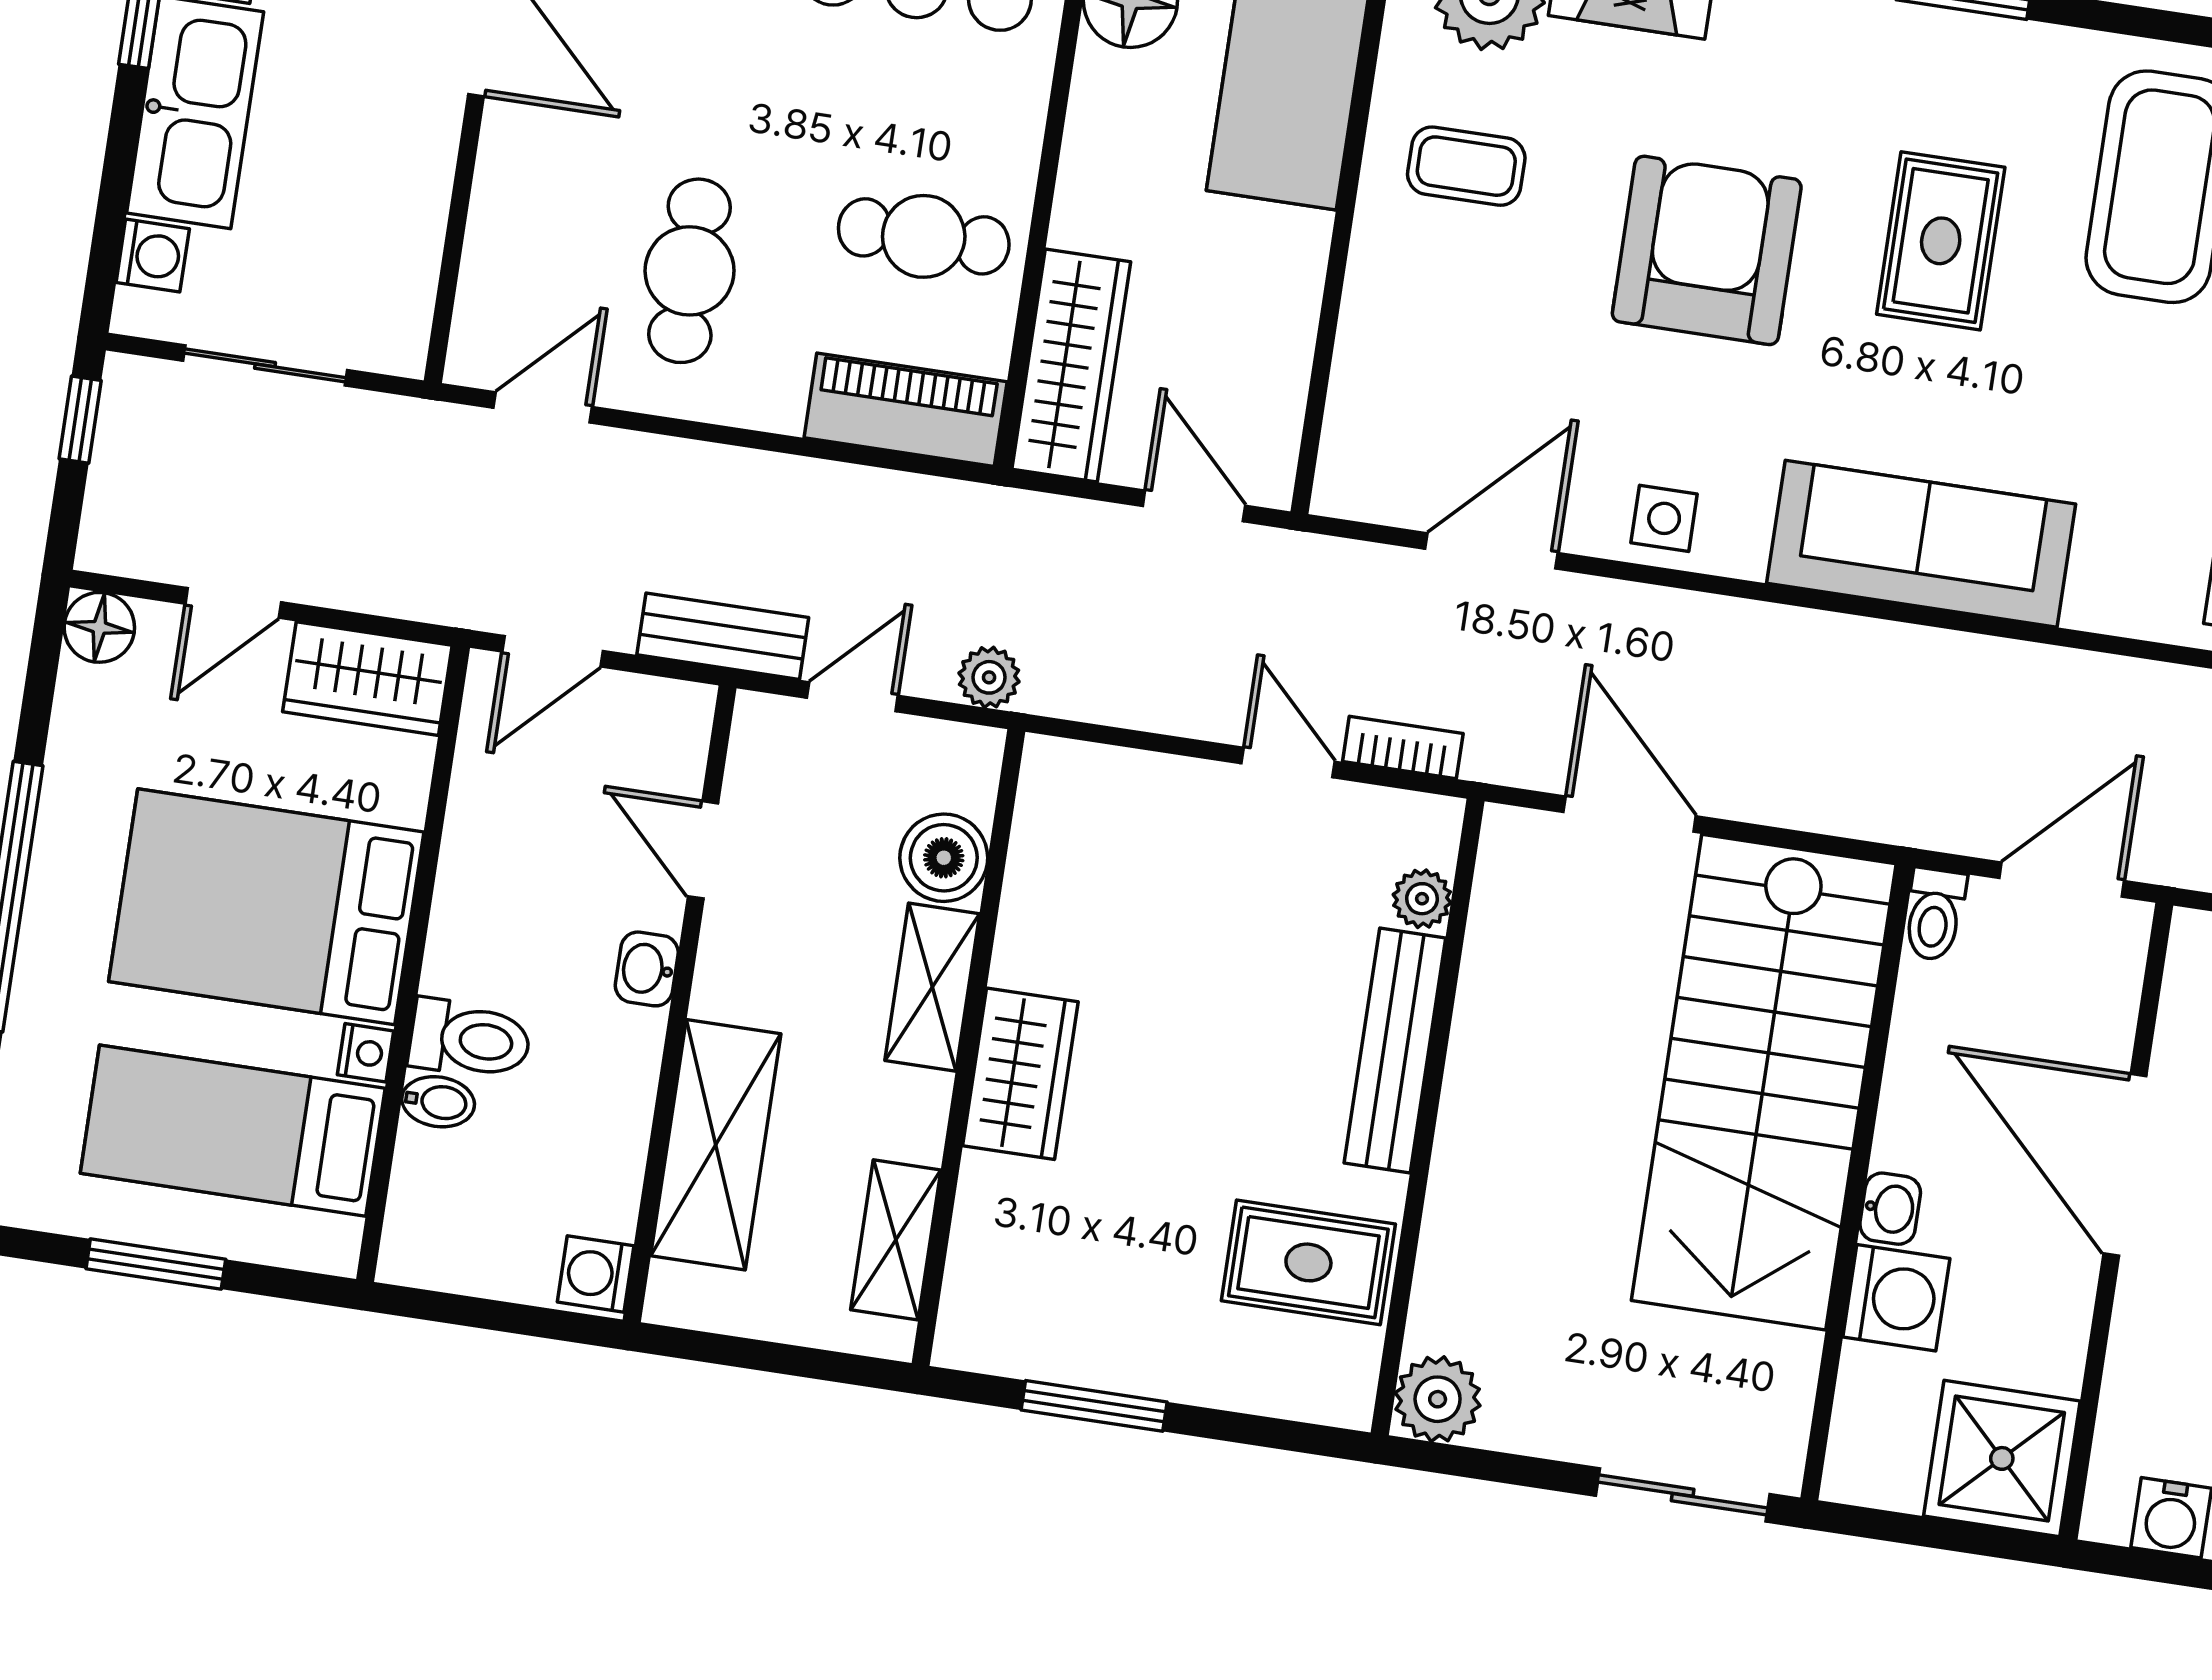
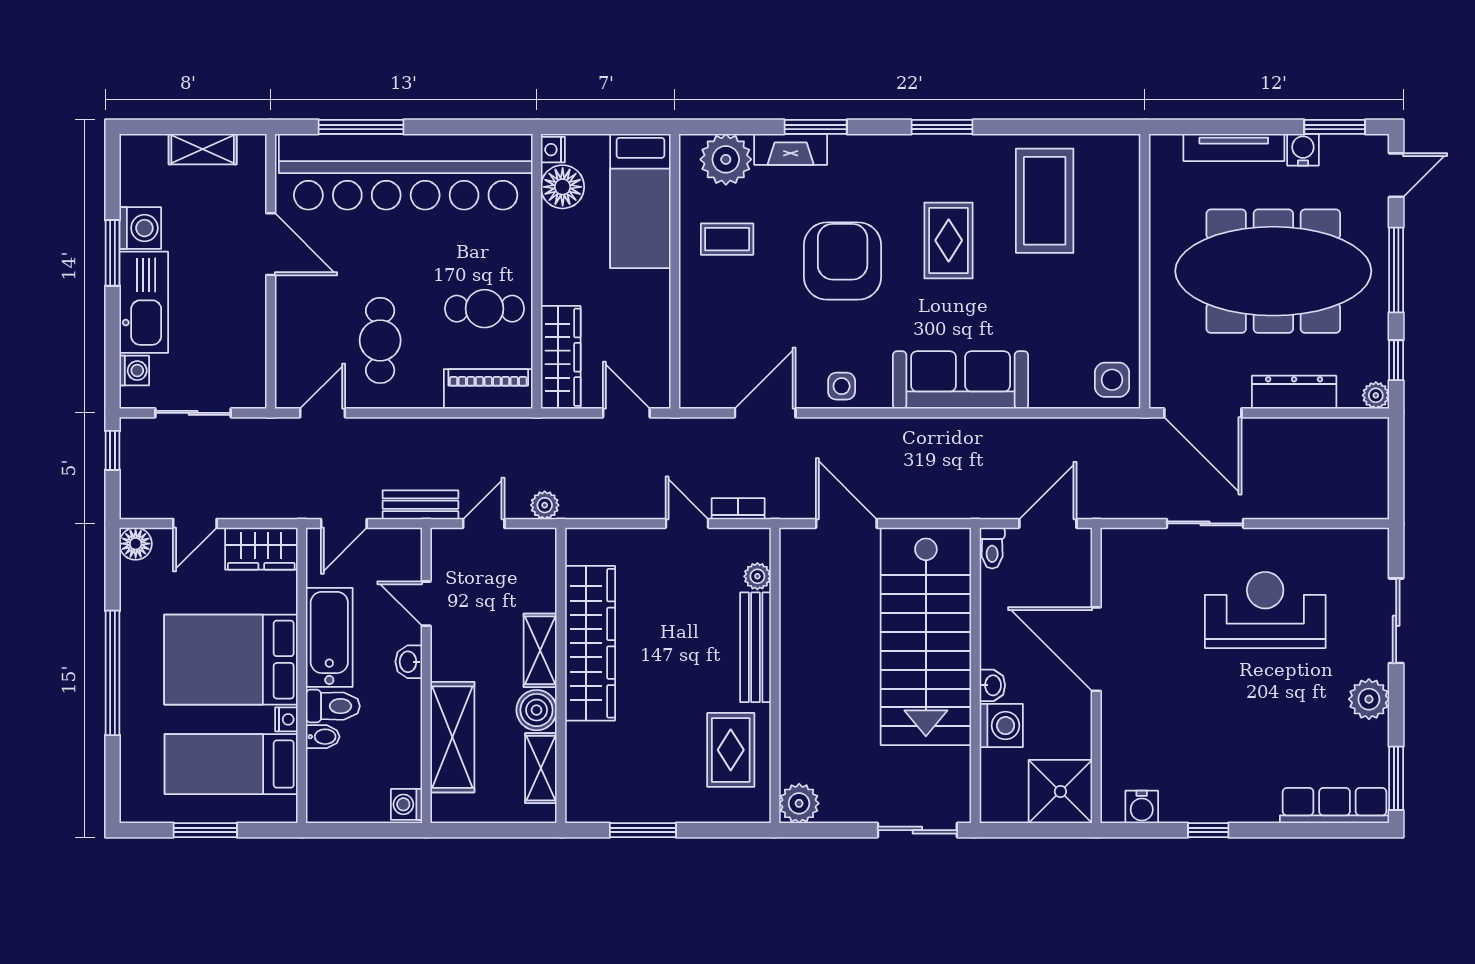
boiler: (944, 858) -> (537, 710), moved
bathtub: (484, 891) -> (329, 637), added
wardrobe: (1020, 1074) -> (590, 643), width x2.10, depth x1.17
rug: (1308, 1262) -> (731, 750), turned 90

